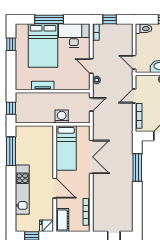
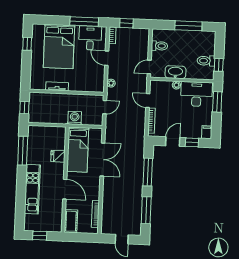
window: (49, 19) -> (84, 21), moved
toilet: (144, 29) -> (159, 46), moved
desk: (74, 36) -> (90, 38), width x0.73
door: (134, 62) -> (149, 67), hinge flipped
door: (91, 66) -> (107, 58), moved
door: (134, 96) -> (148, 101), hinge flipped
window: (137, 206) -> (146, 210), added
fridge: (47, 226) -> (58, 156), moved

